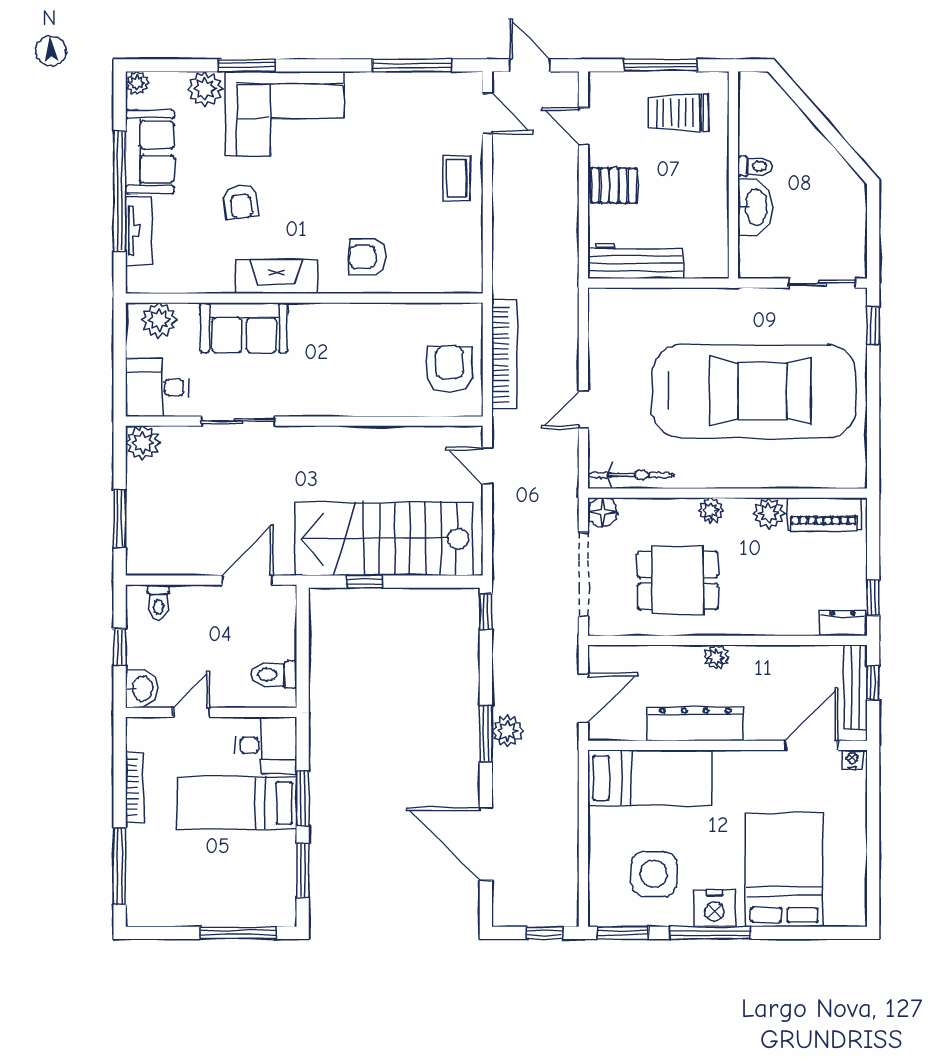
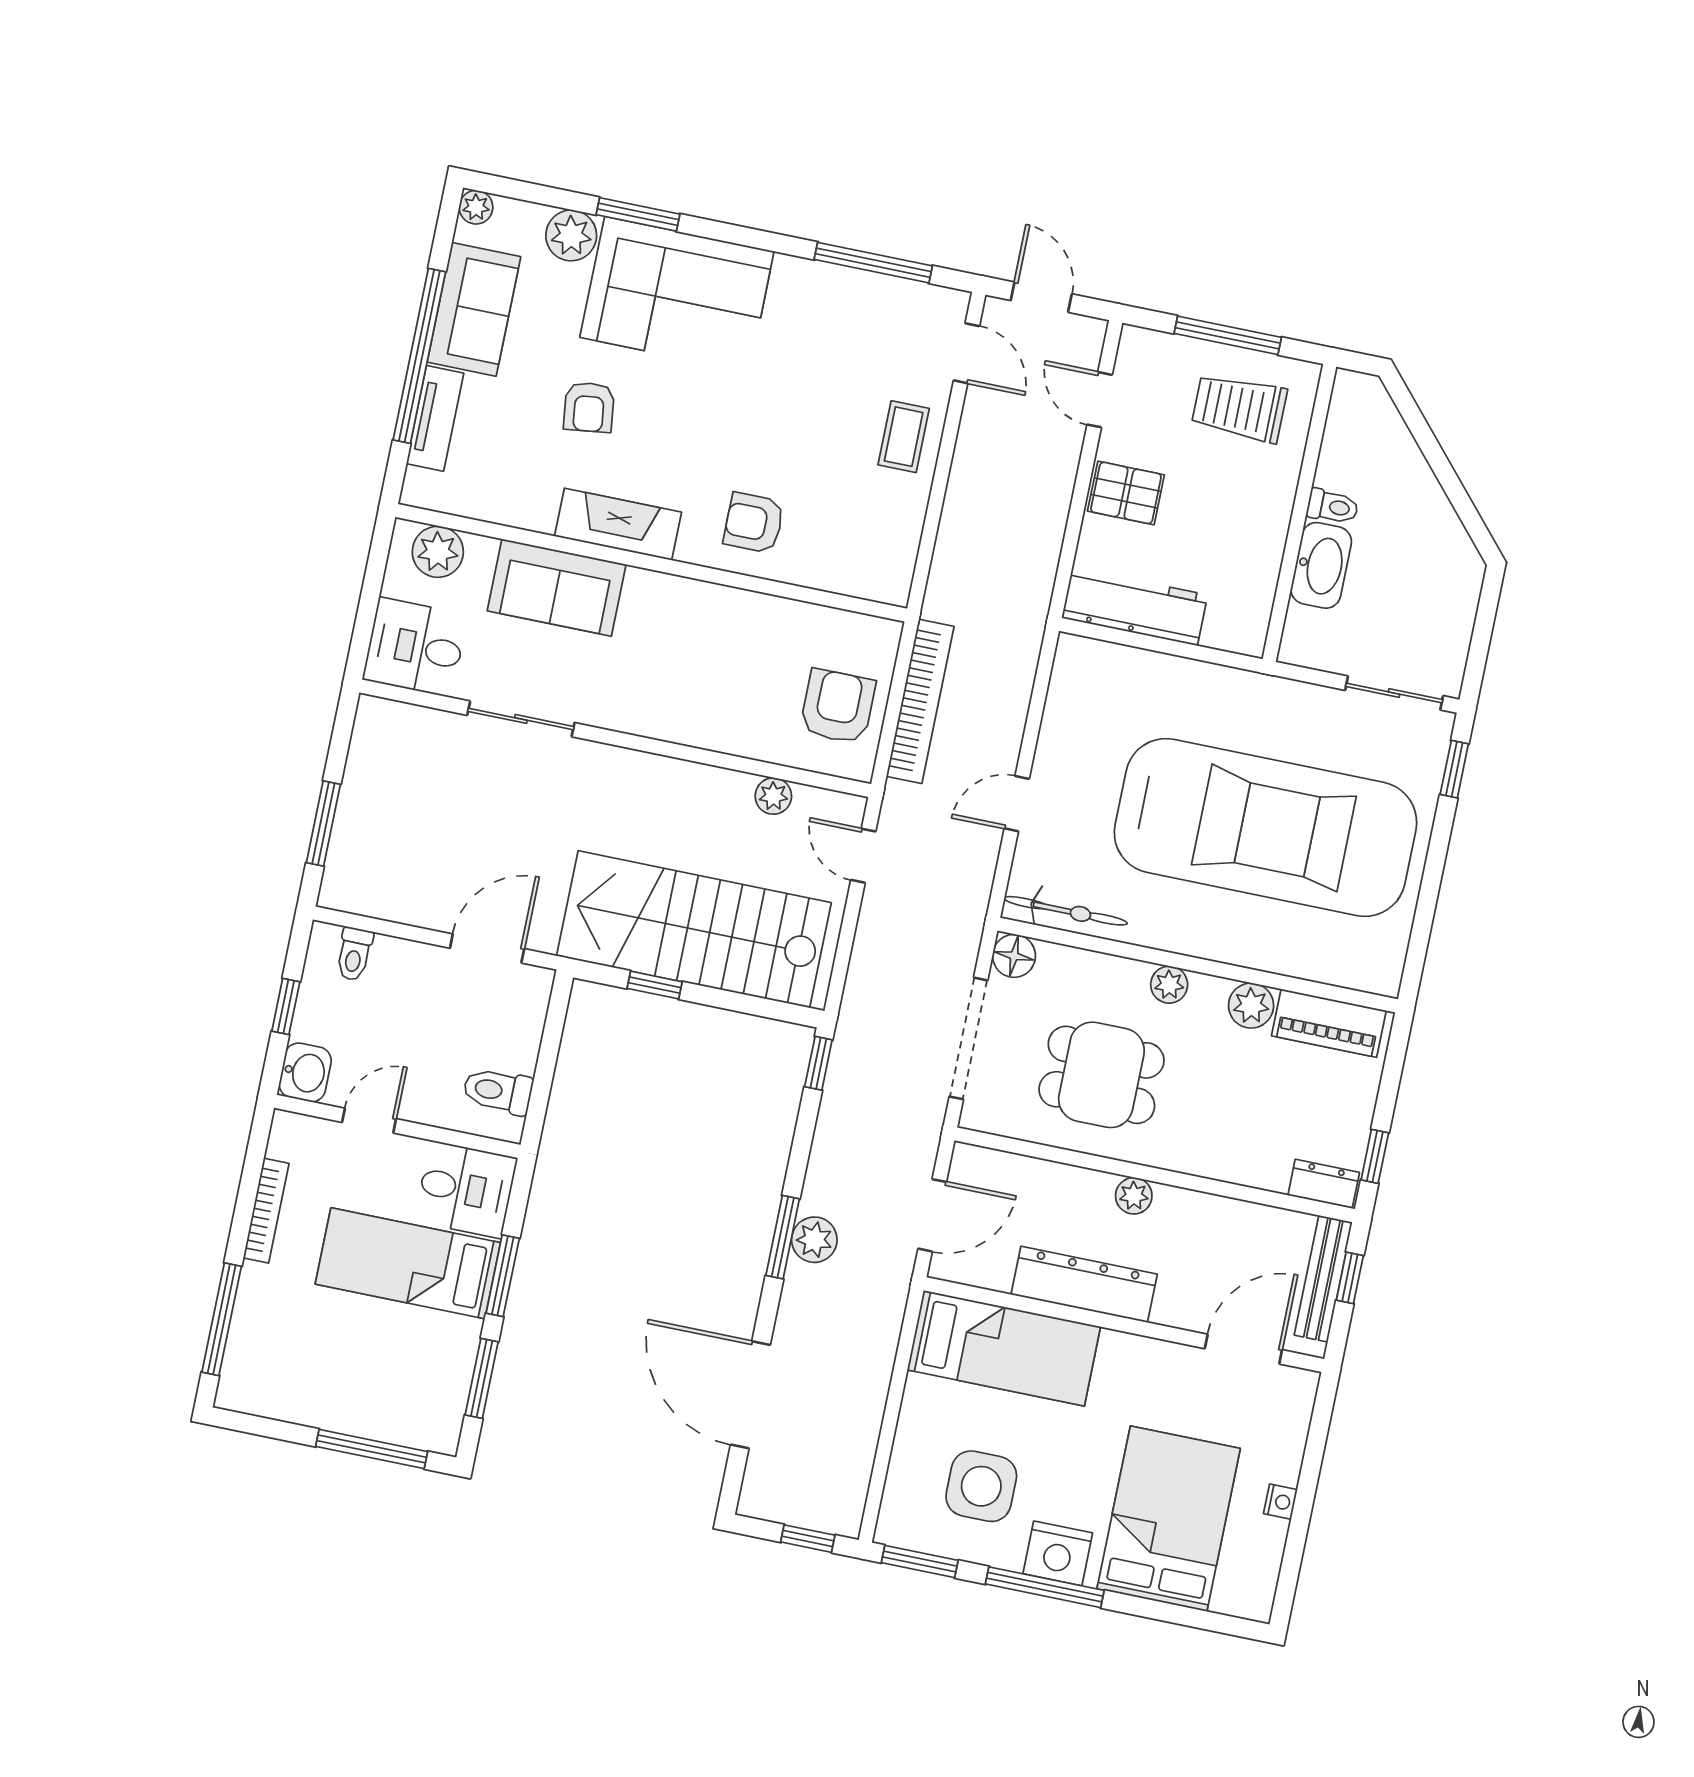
plant: (143, 443) -> (773, 796), moved, width x0.73, depth x0.73
nightstand: (852, 760) -> (1280, 1502), moved, turned 90

